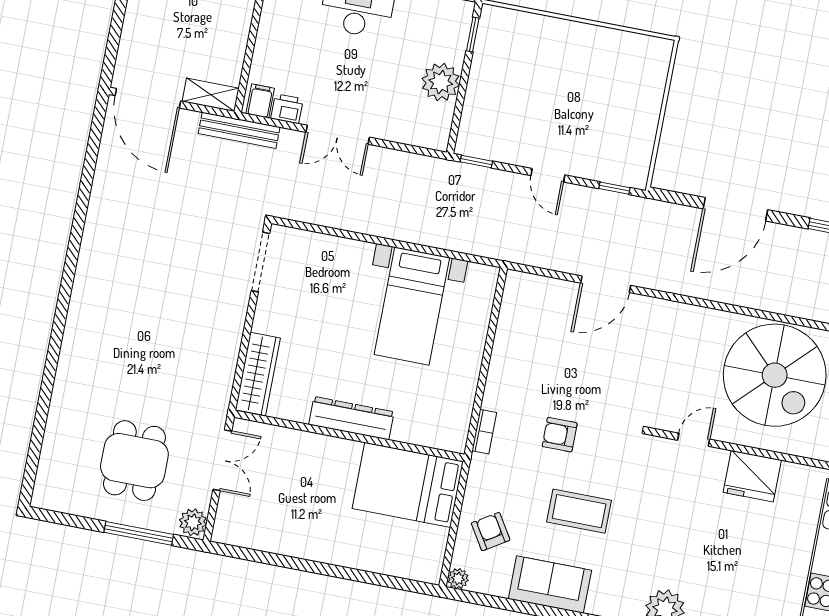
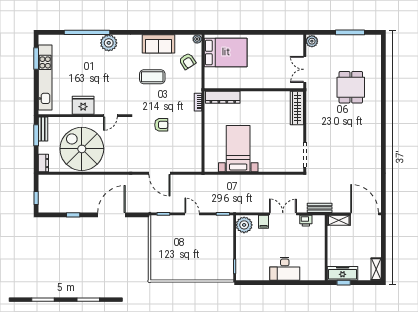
plant: (441, 82) -> (244, 225), moved
filing cabinet: (260, 101) -> (264, 222), moved
bench: (239, 130) -> (320, 208), width x0.73
door: (606, 284) -> (159, 173), swing flipped
dresser: (351, 418) -> (223, 97), moved
armchair: (560, 435) -> (161, 125), moved
dining table: (134, 461) -> (351, 87), moved
bed: (408, 485) -> (226, 53), moved
window: (139, 533) -> (350, 32), moved

